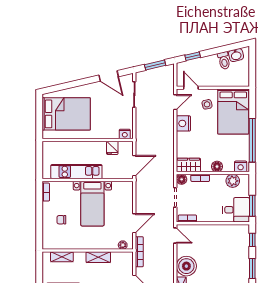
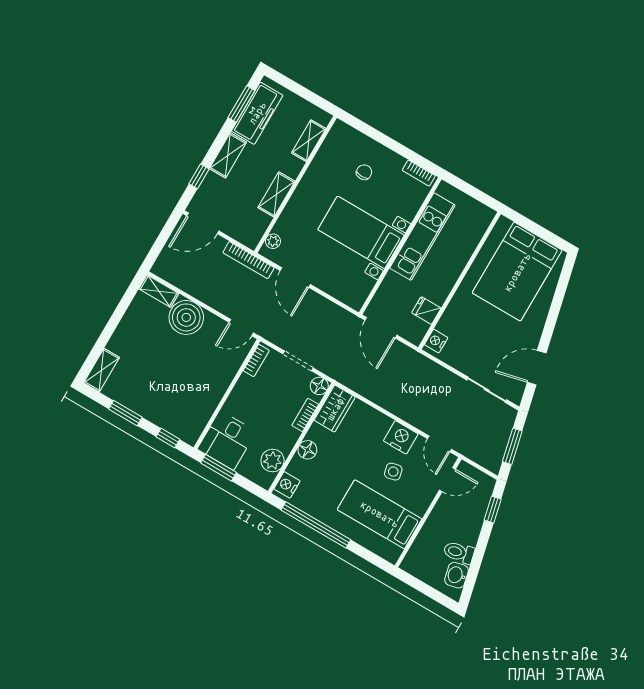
side table: (207, 104) -> (393, 472), moved
bed: (233, 111) -> (380, 514), width x0.67

